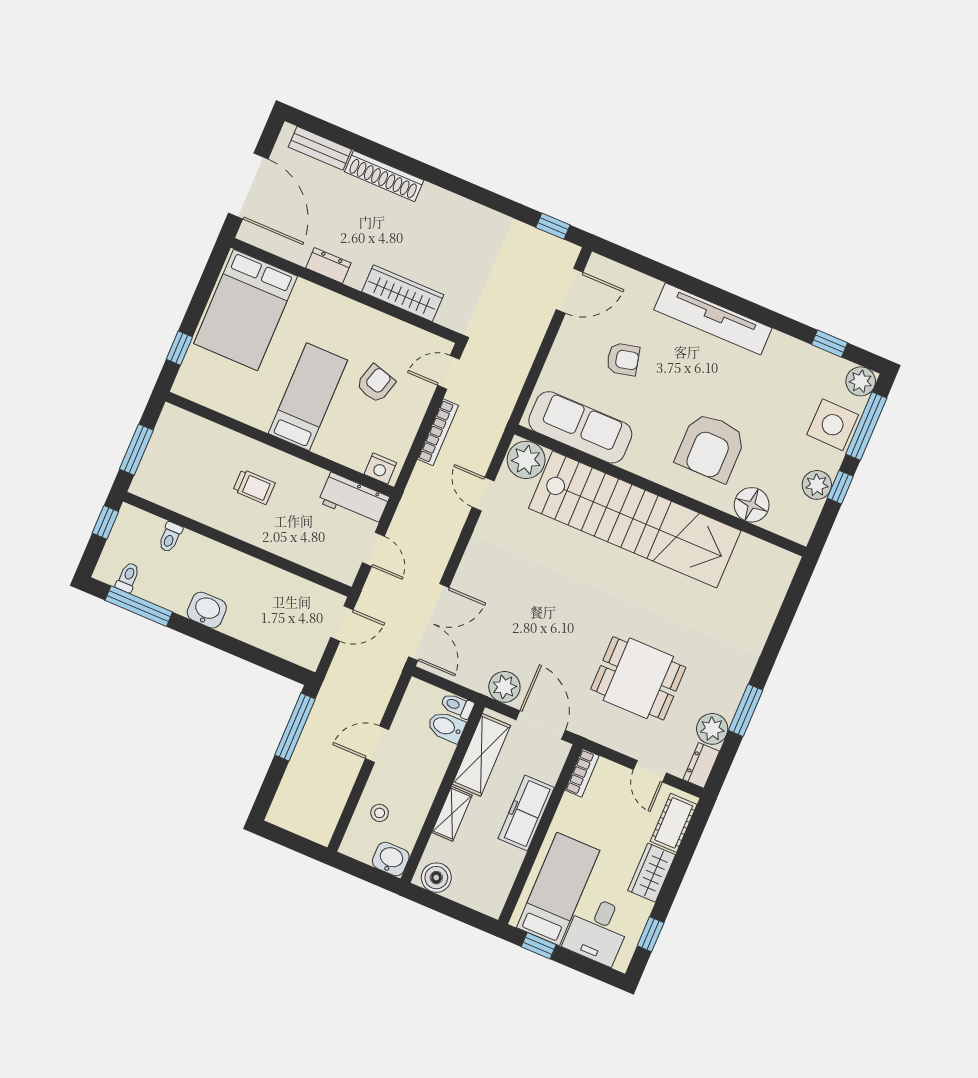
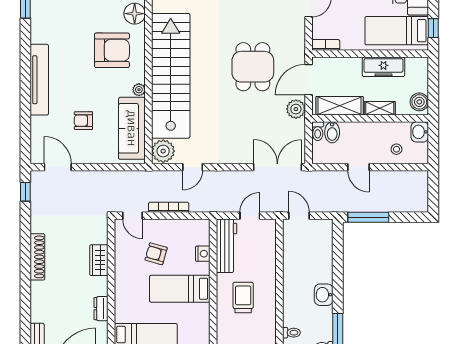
shoe rack: (384, 176) -> (37, 257), moved
wardrobe: (403, 293) -> (99, 260), width x0.67
armchair: (623, 359) -> (83, 121), turned -77
plant: (634, 463) -> (139, 90), added
nightstand: (380, 468) -> (203, 254), moved
trolley: (254, 487) -> (243, 298), width x1.36, depth x1.39
workbench: (354, 499) -> (226, 246), width x1.38
dining table: (638, 678) -> (253, 67), moved
freezer: (526, 813) -> (383, 67), moved

